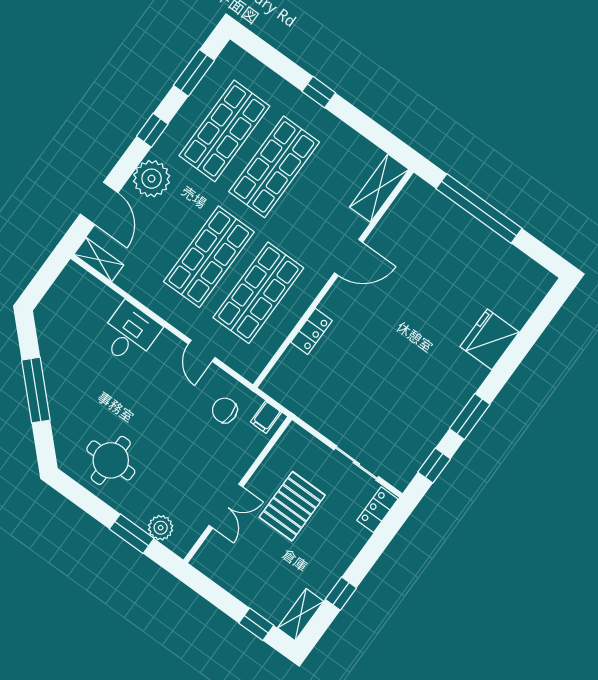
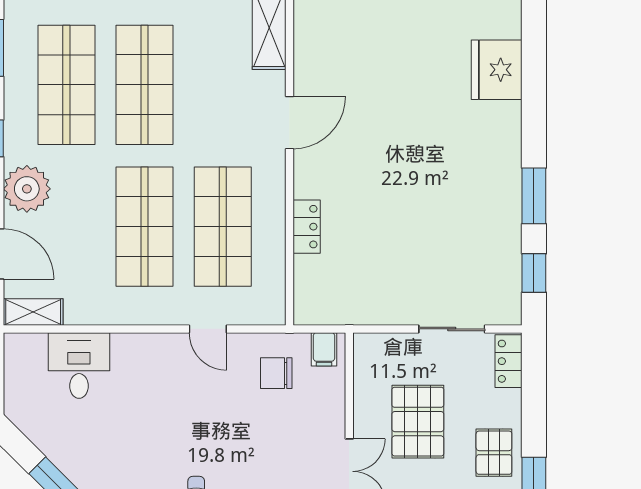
desk: (129, 334) -> (79, 365), moved
fridge: (490, 339) -> (497, 70), moved
pallet: (326, 561) -> (494, 453), added

